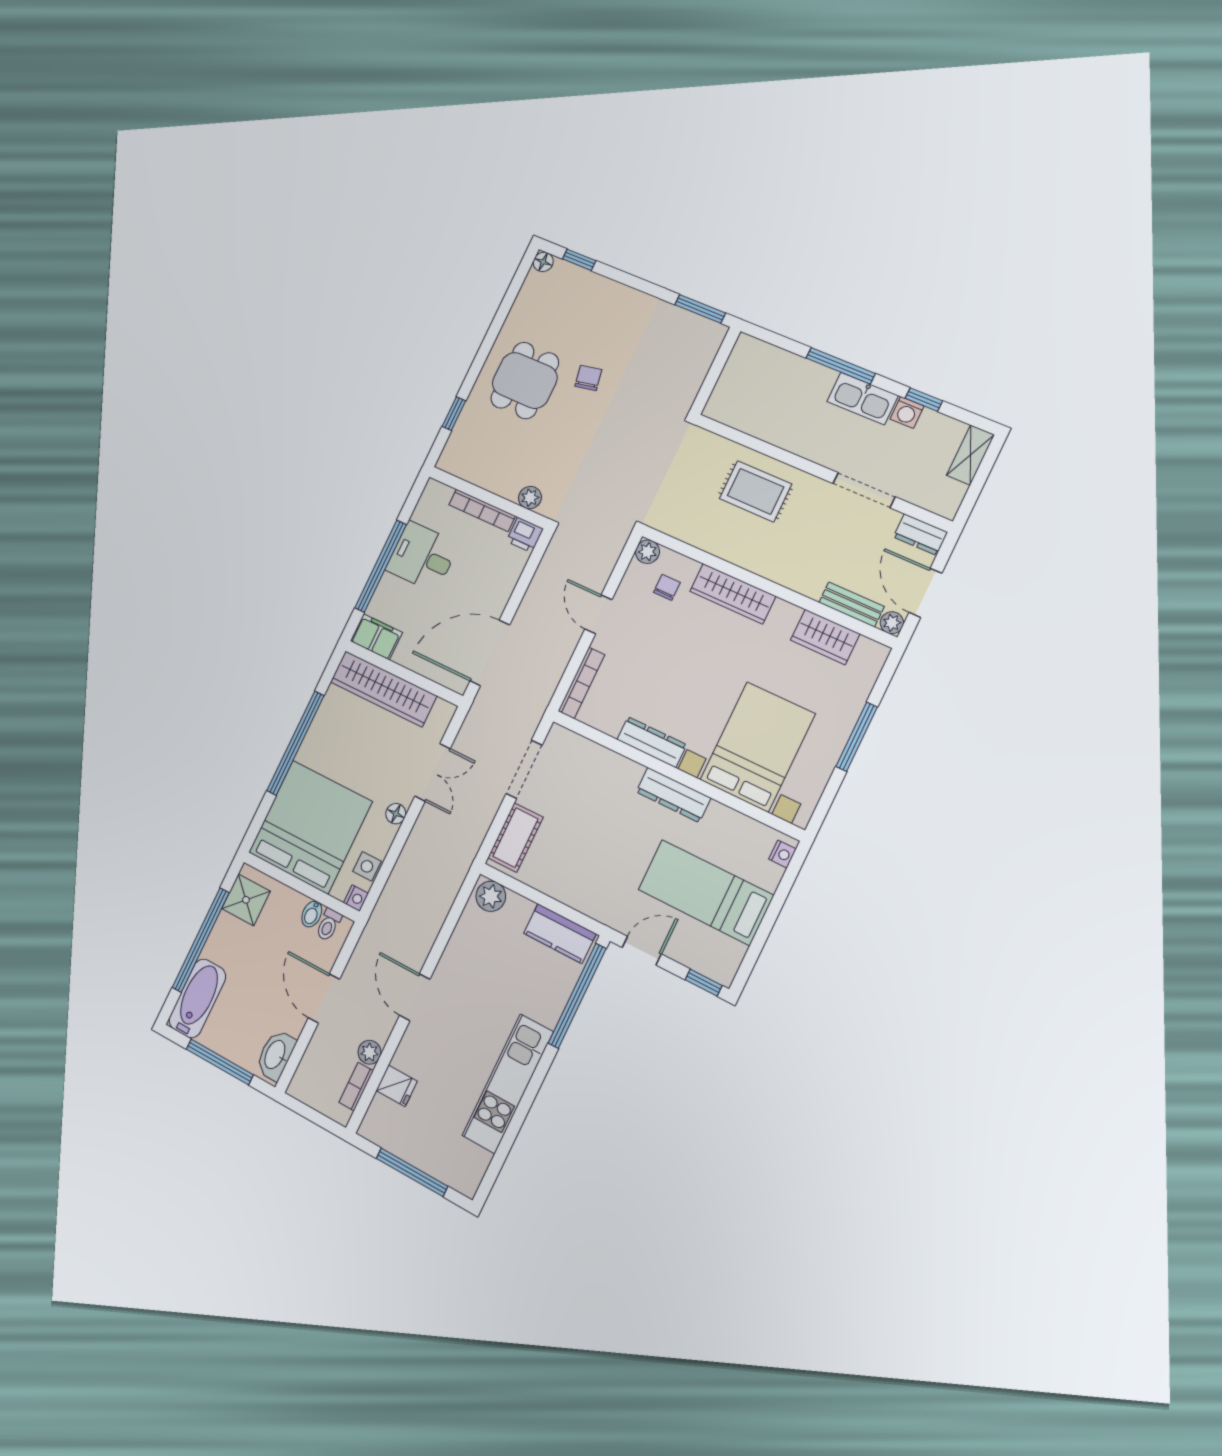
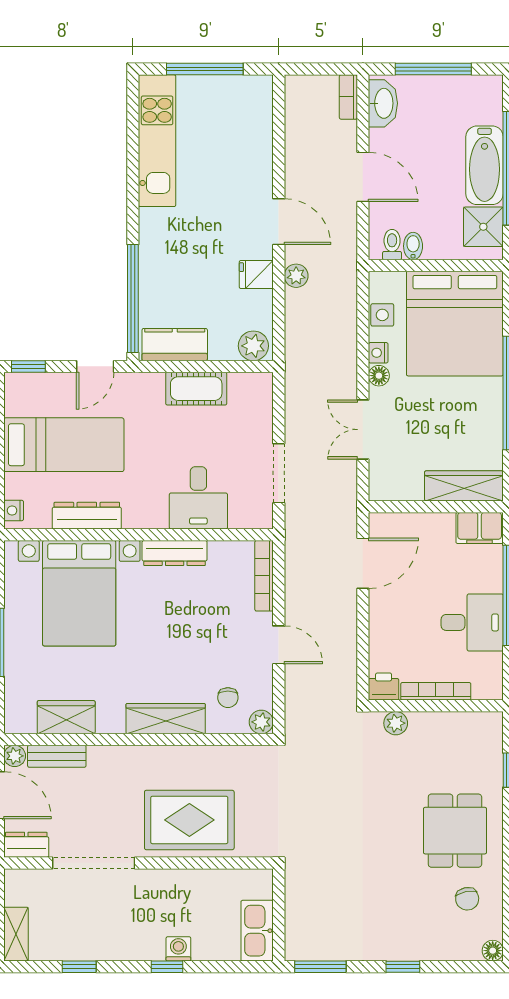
window: (579, 260) -> (403, 967), moved
window: (841, 366) -> (167, 967), width x0.46
chair: (588, 378) -> (467, 899), moved
kitchen sink: (863, 399) -> (257, 931), moved, turned -90
washing machine: (907, 412) -> (178, 949), moved
doorway: (864, 490) -> (94, 863), width x1.36
rug: (756, 491) -> (189, 820), width x1.36, depth x1.43
door: (490, 653) -> (363, 563), width x0.73
wardrobe: (383, 689) -> (464, 486), width x0.71, depth x0.85
desk: (606, 782) -> (198, 498), added
dresser: (673, 795) -> (87, 516), moved
cot: (515, 838) -> (196, 389), moved, turned 90
nightstand: (356, 898) -> (378, 353), moved
bathtub: (197, 998) -> (485, 165), moved
plant: (369, 1052) -> (296, 276), moved
kitchen unit: (508, 1084) -> (157, 141), moved
fridge: (397, 1086) -> (256, 275), moved
bookcase: (356, 1087) -> (348, 97), moved, turned 180

